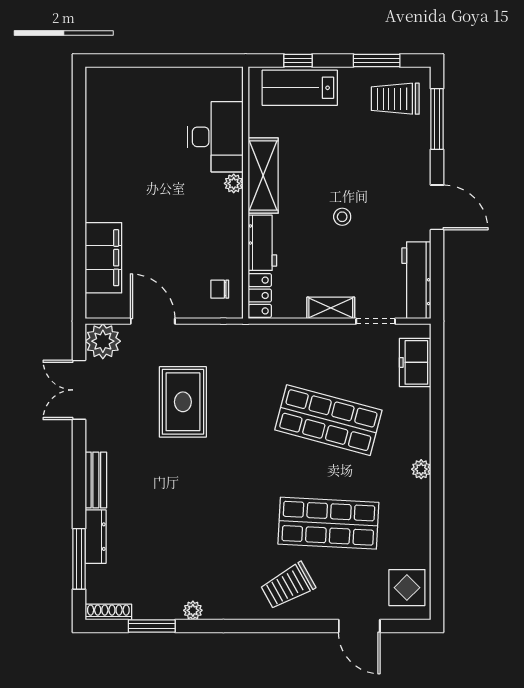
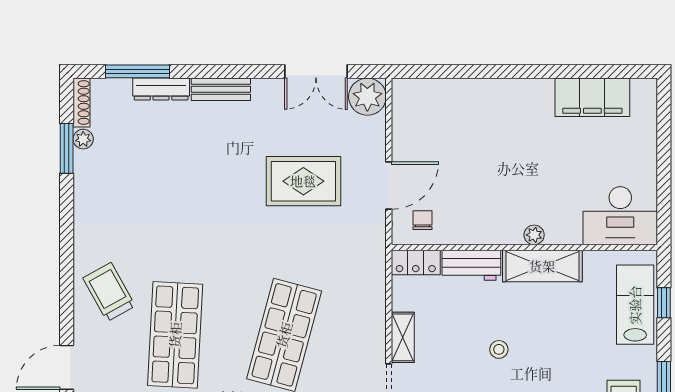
desk: (216, 137) -> (620, 216), moved
filing cabinet: (103, 258) -> (592, 97), moved
door: (153, 321) -> (389, 186), moved
double door: (79, 390) -> (316, 71), swing flipped
plant: (193, 610) -> (83, 139), moved

